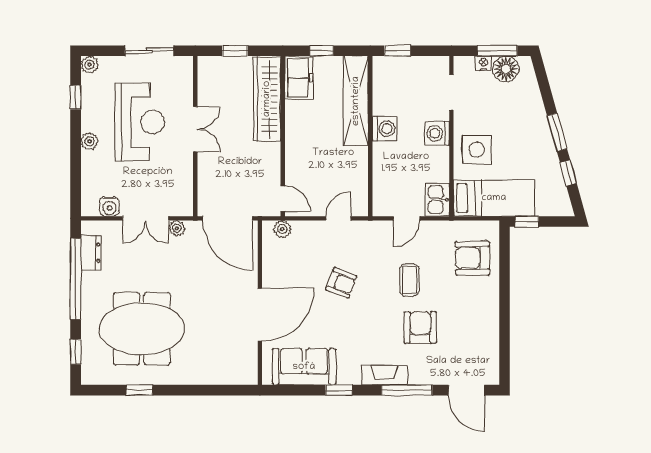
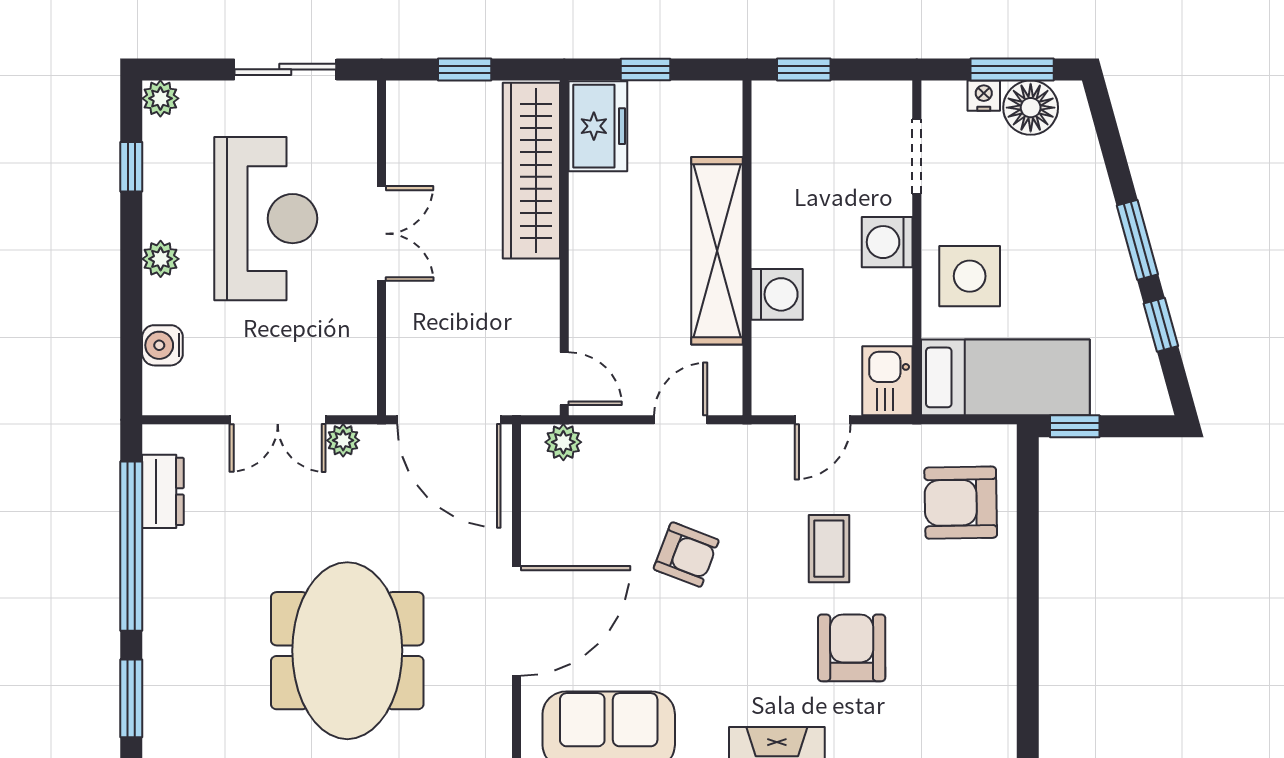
shelving: (356, 101) -> (717, 251), moved
washing machine: (385, 129) -> (777, 294), moved
water cooler: (110, 207) -> (162, 345), moved, turned 90
meeting table: (142, 329) -> (347, 651), moved, turned 90
window: (76, 352) -> (131, 698), width x1.50

